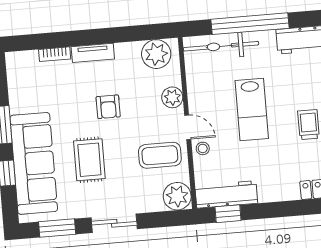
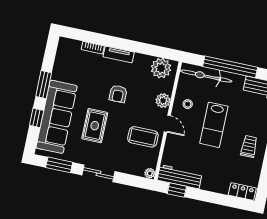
stool: (203, 148) -> (188, 104), moved
plant: (177, 196) -> (150, 173), width x0.53, depth x0.53

